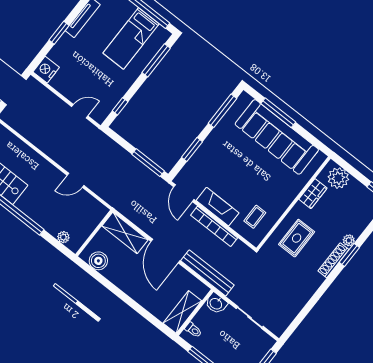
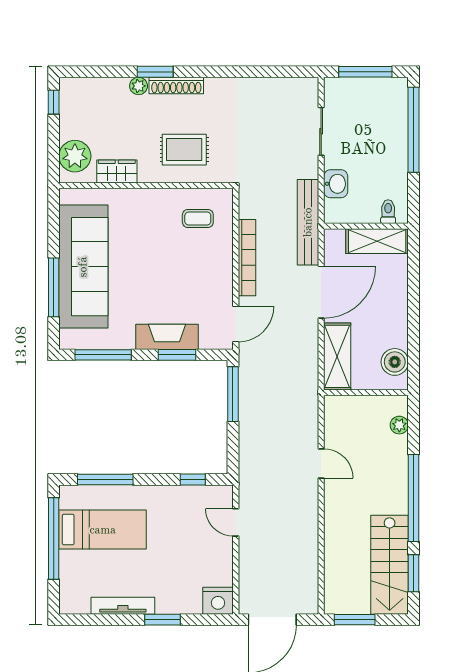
fireplace: (218, 207) -> (167, 337), moved, turned 90
shelving: (182, 312) -> (377, 241), moved
wall: (195, 312) -> (366, 226), moved
toilet: (193, 330) -> (388, 212), moved

